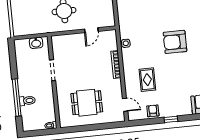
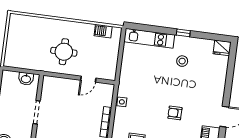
armchair: (175, 42) -> (175, 113), width x0.53, depth x0.53

